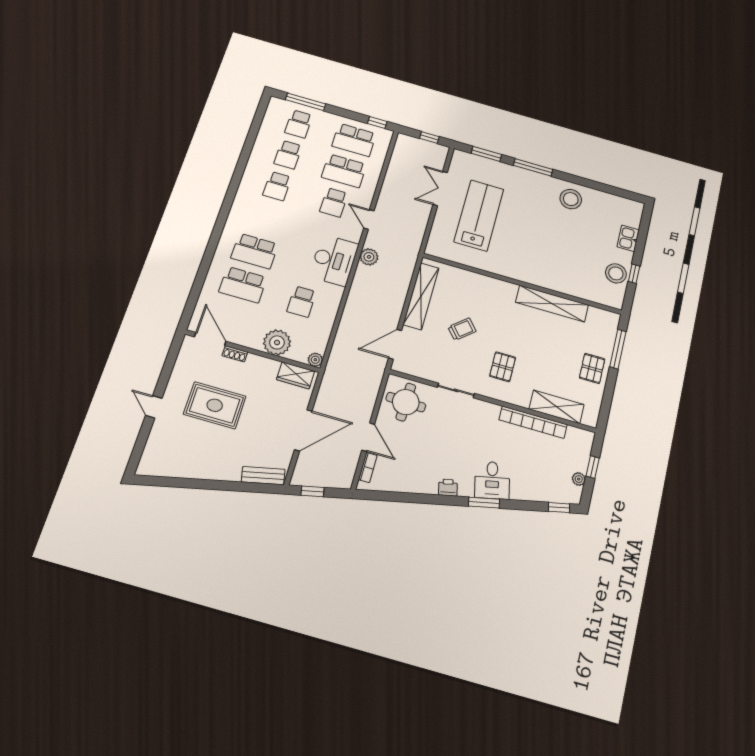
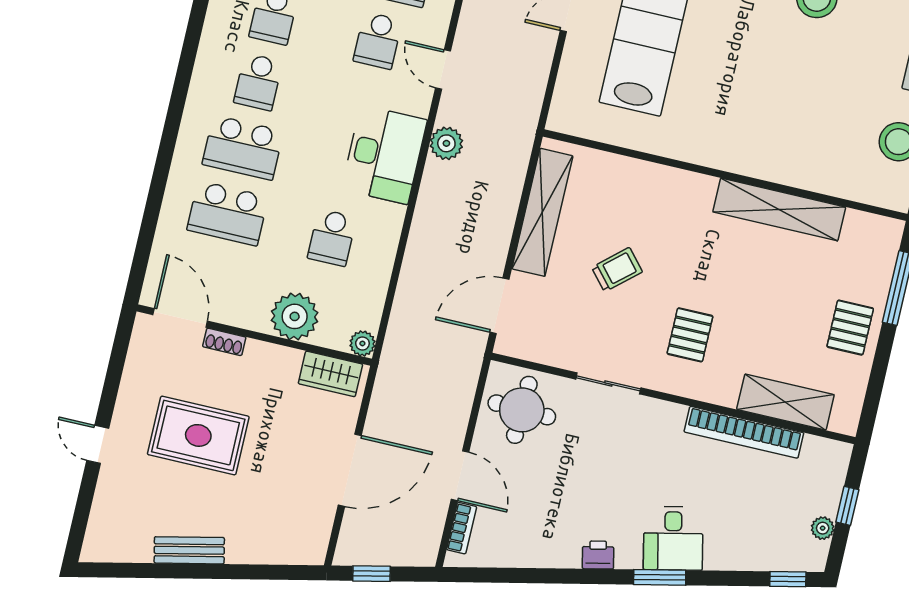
school desk: (266, 218) -> (258, 82), added
bench: (263, 476) -> (189, 550), moved

